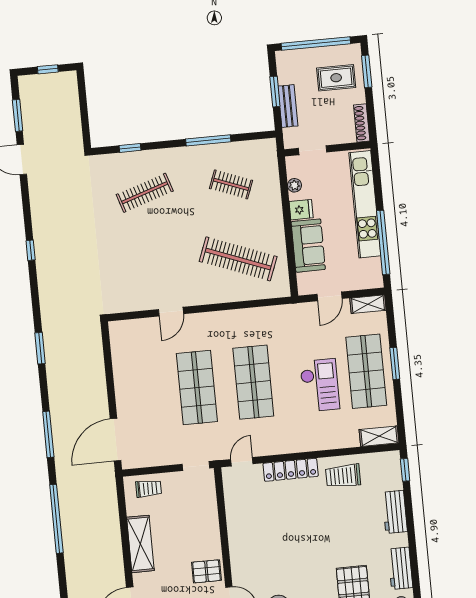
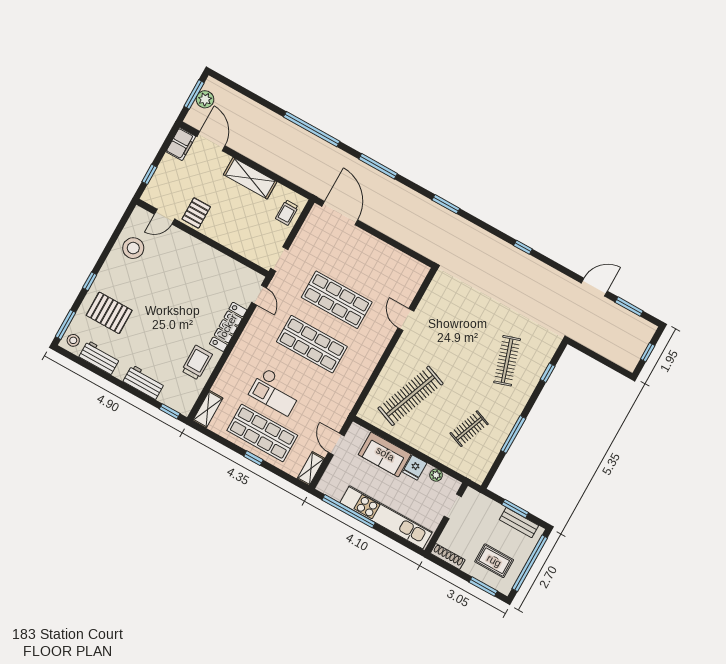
rug: (336, 78) -> (494, 561), turned 90
bench: (288, 106) -> (519, 523), moved
window: (395, 363) -> (253, 458), width x0.67

